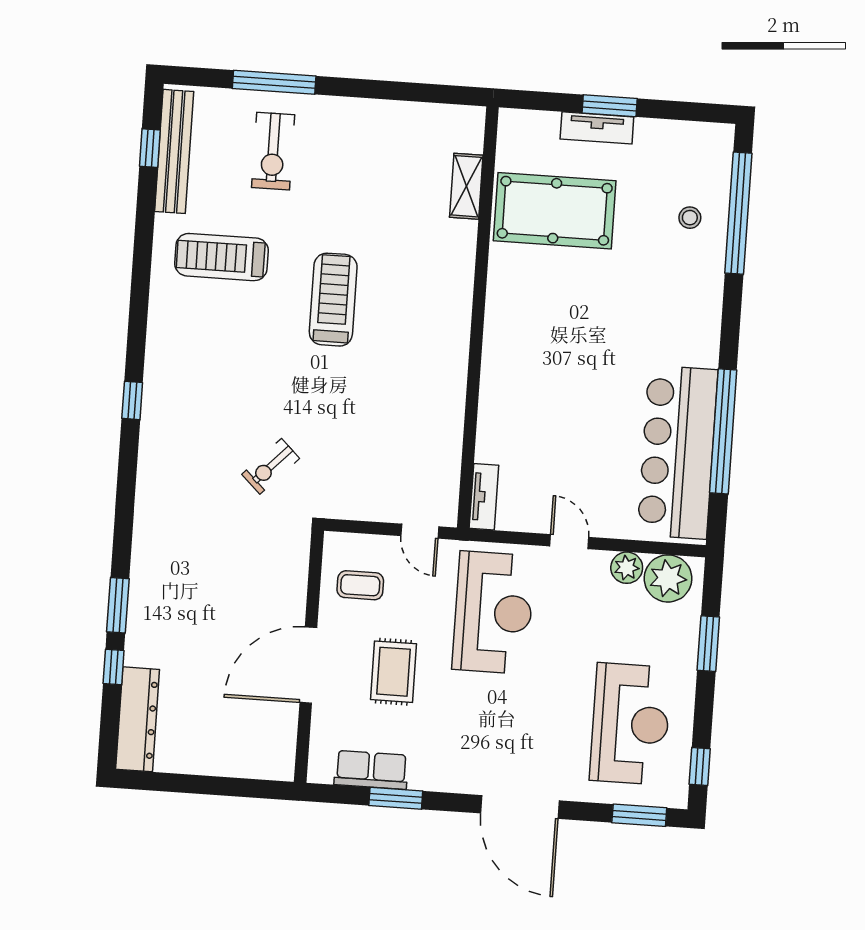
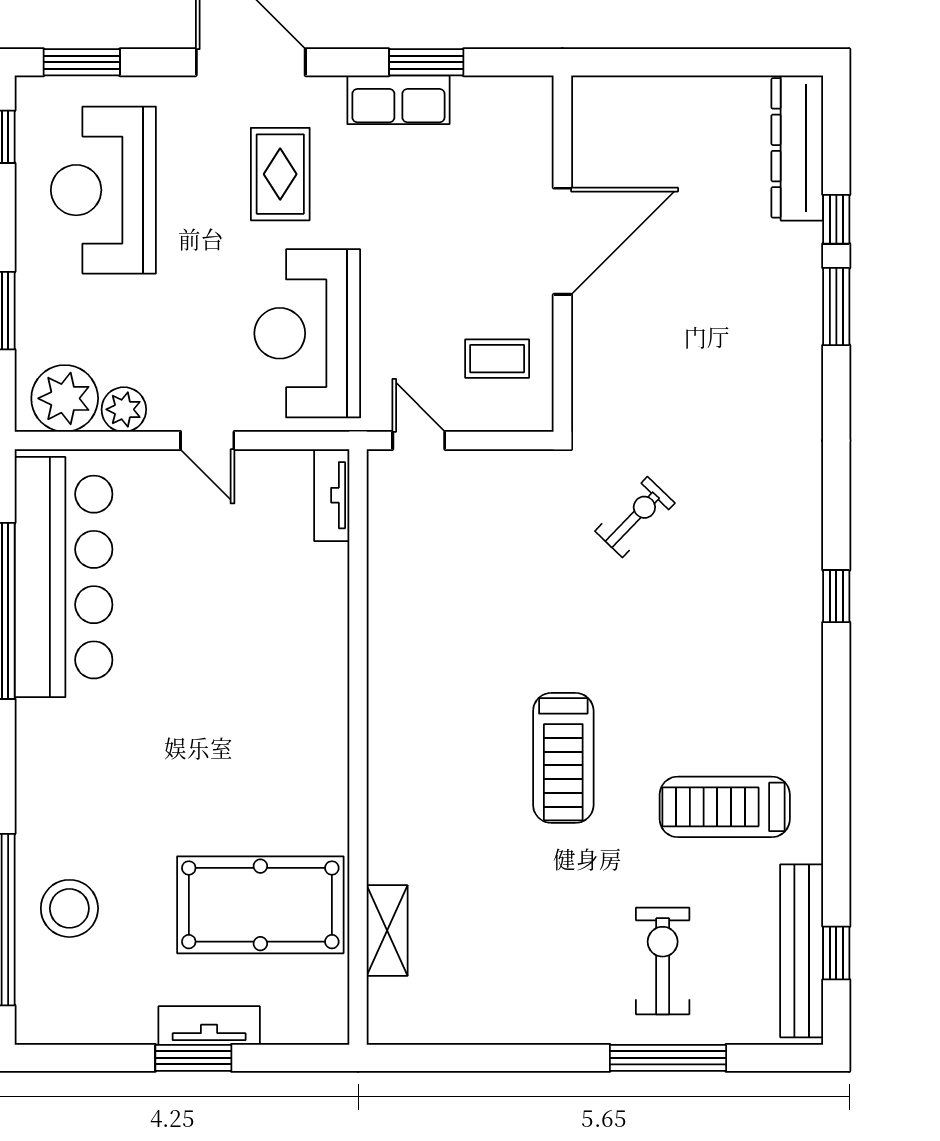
stool: (690, 218) -> (69, 908), width x1.89, depth x1.89
treadmill: (221, 257) -> (725, 807), turned 180
rug: (394, 672) -> (280, 174), moved
row of seats: (371, 770) -> (398, 100), moved

